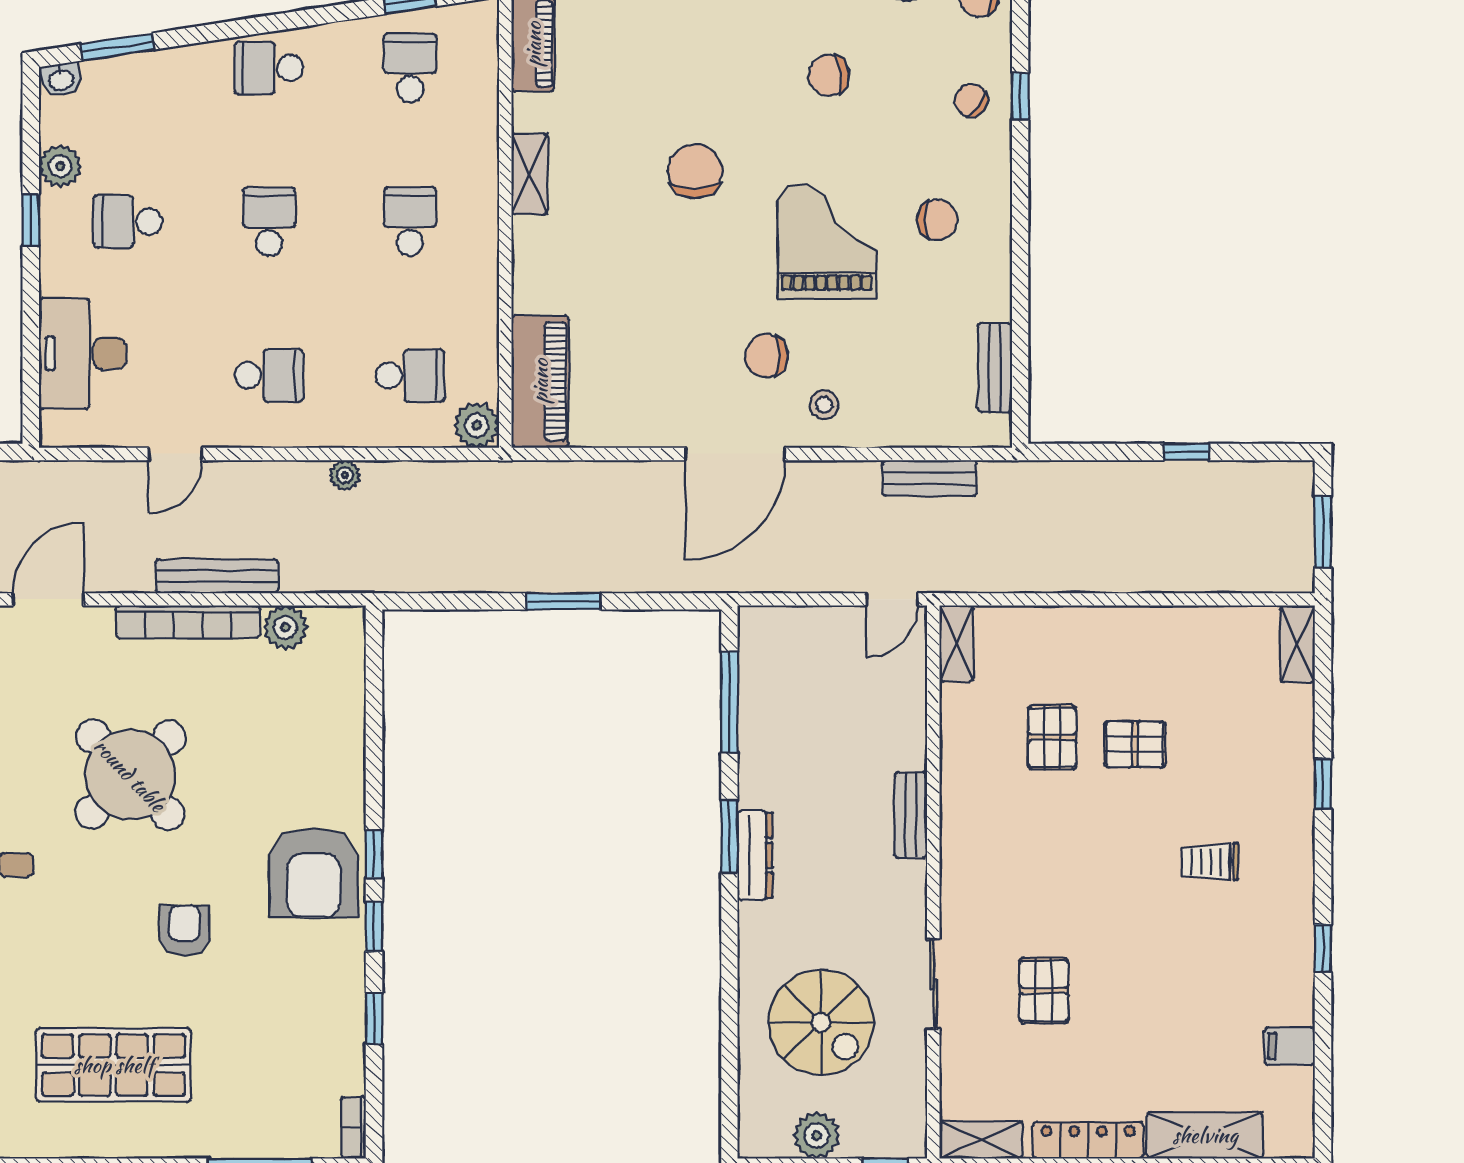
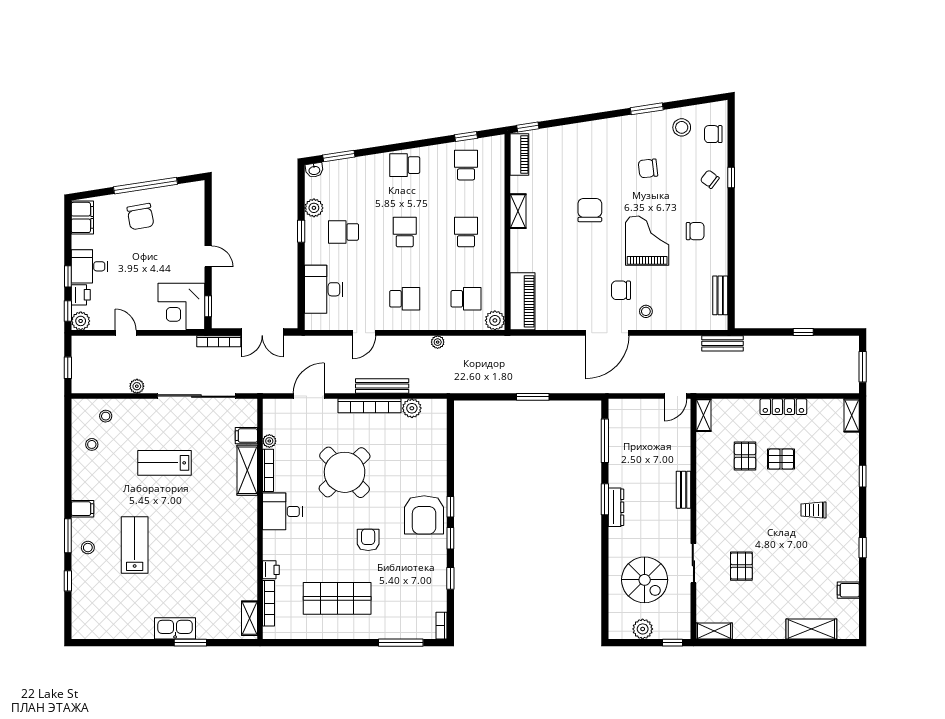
bench: (930, 478) -> (722, 343), moved
locker: (1088, 1140) -> (783, 407), moved, turned 180

